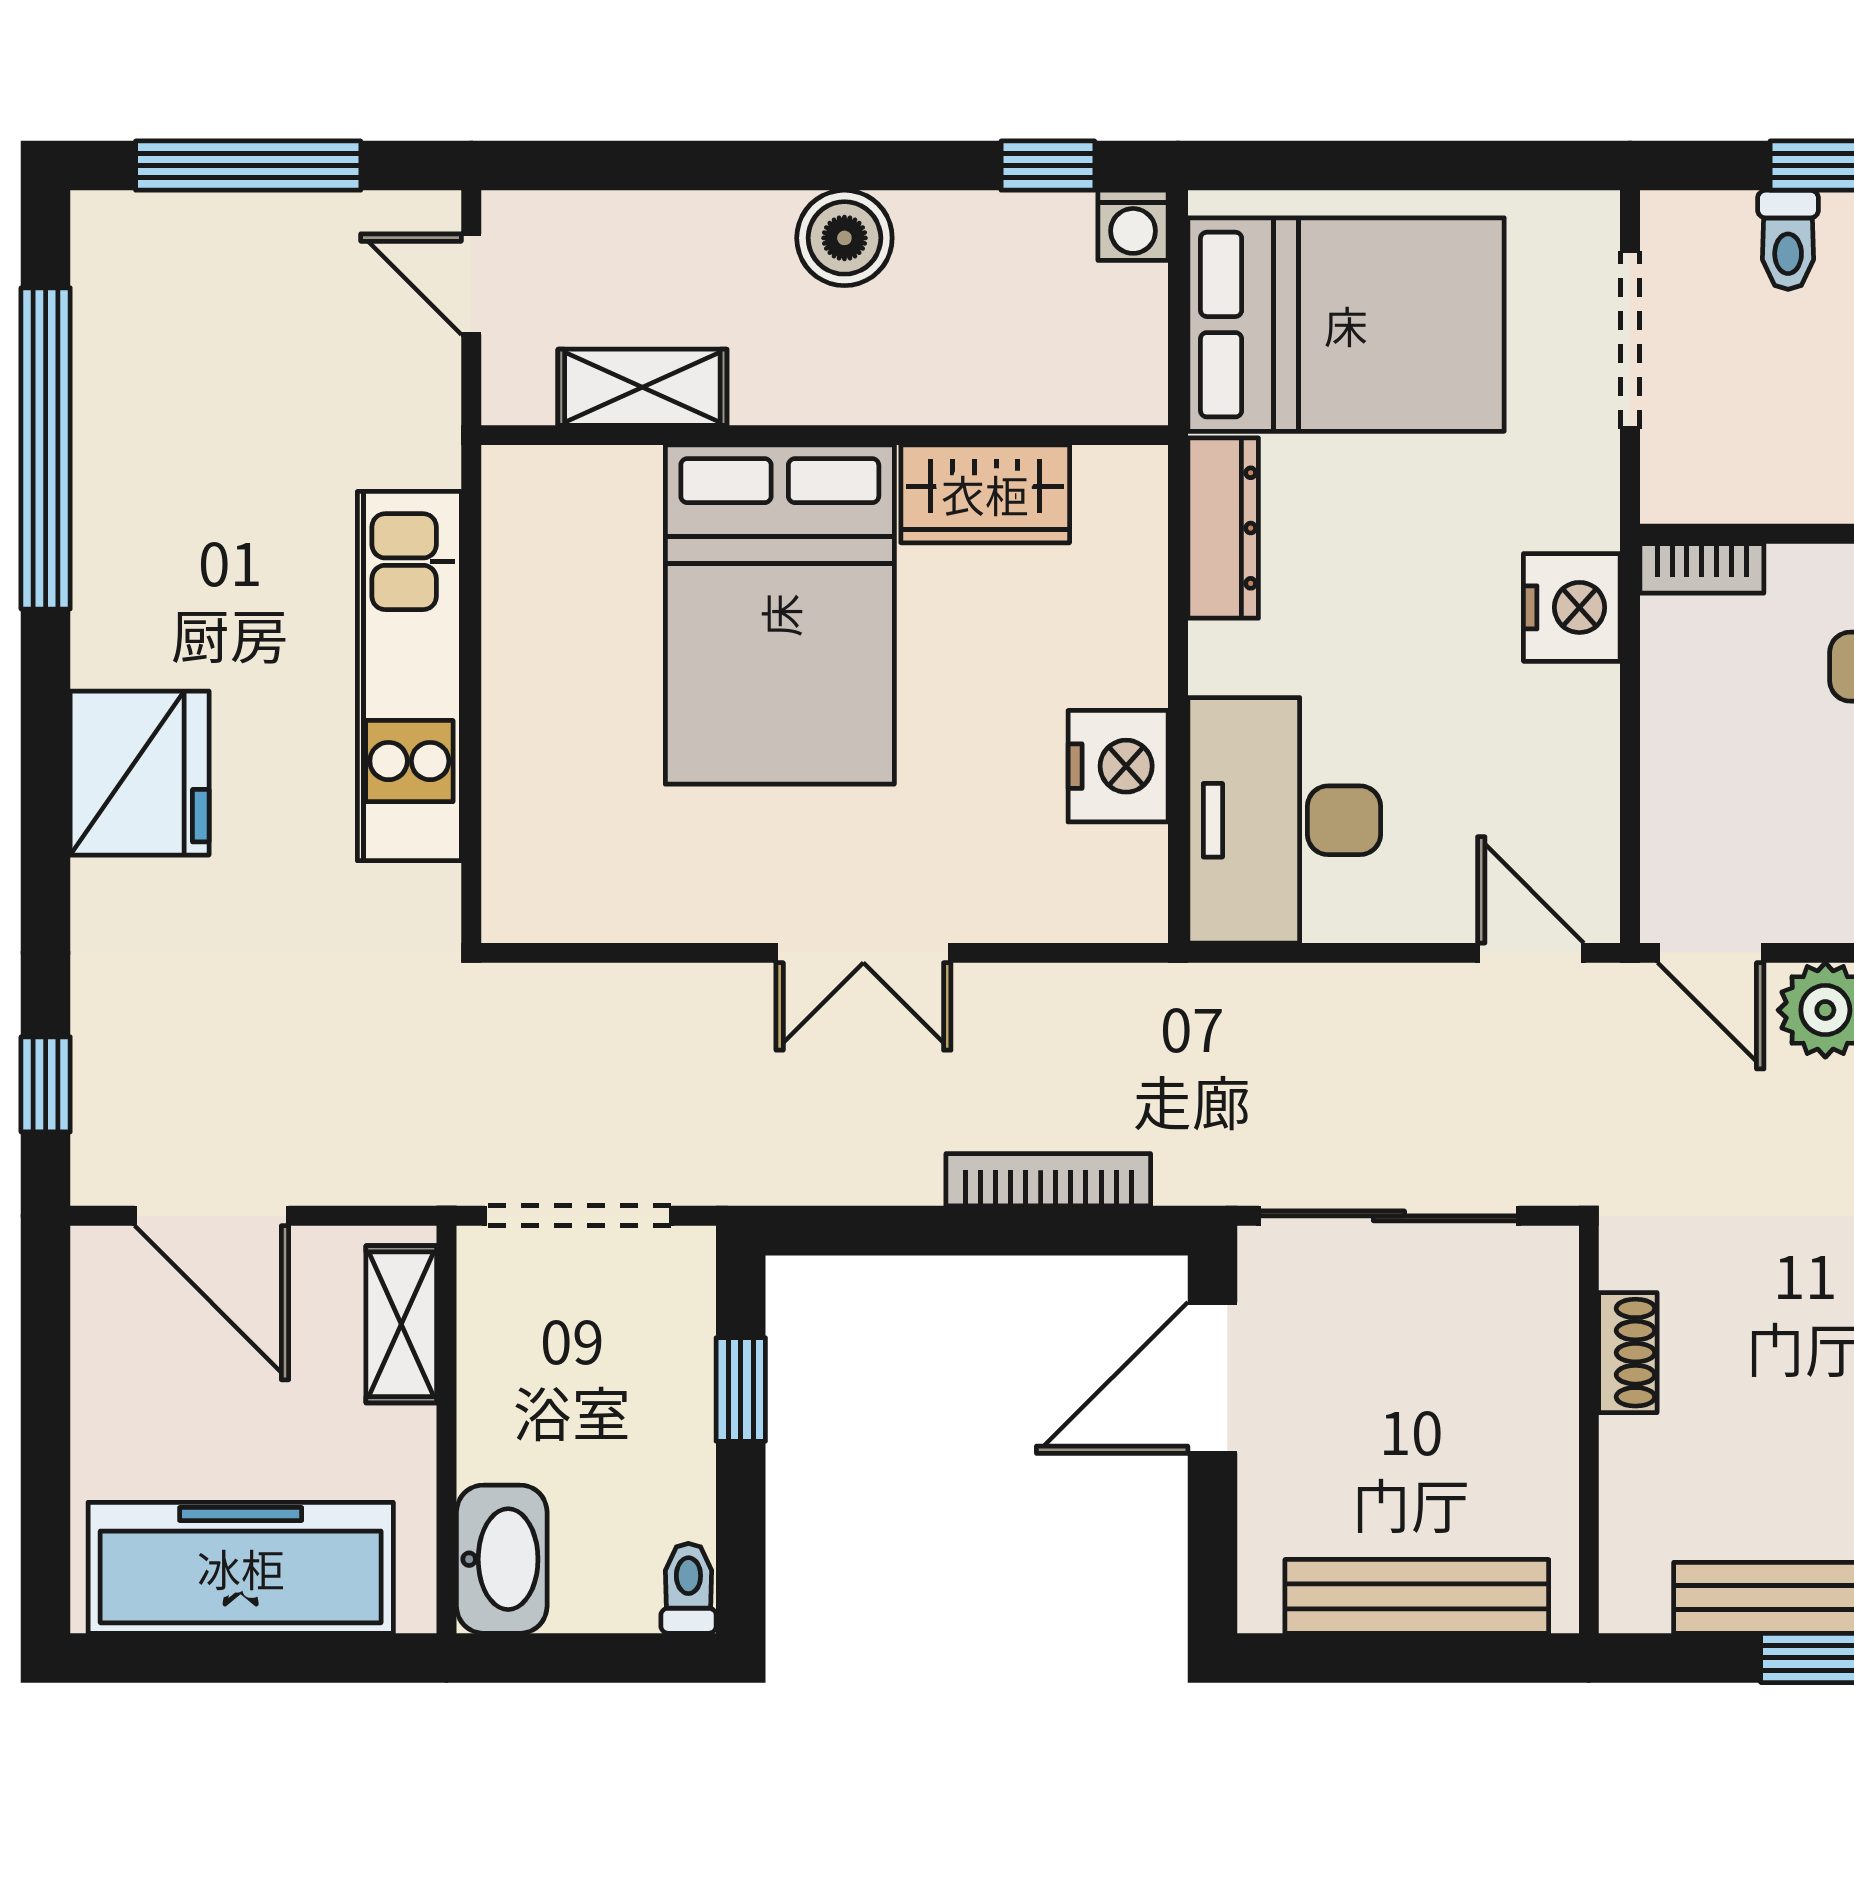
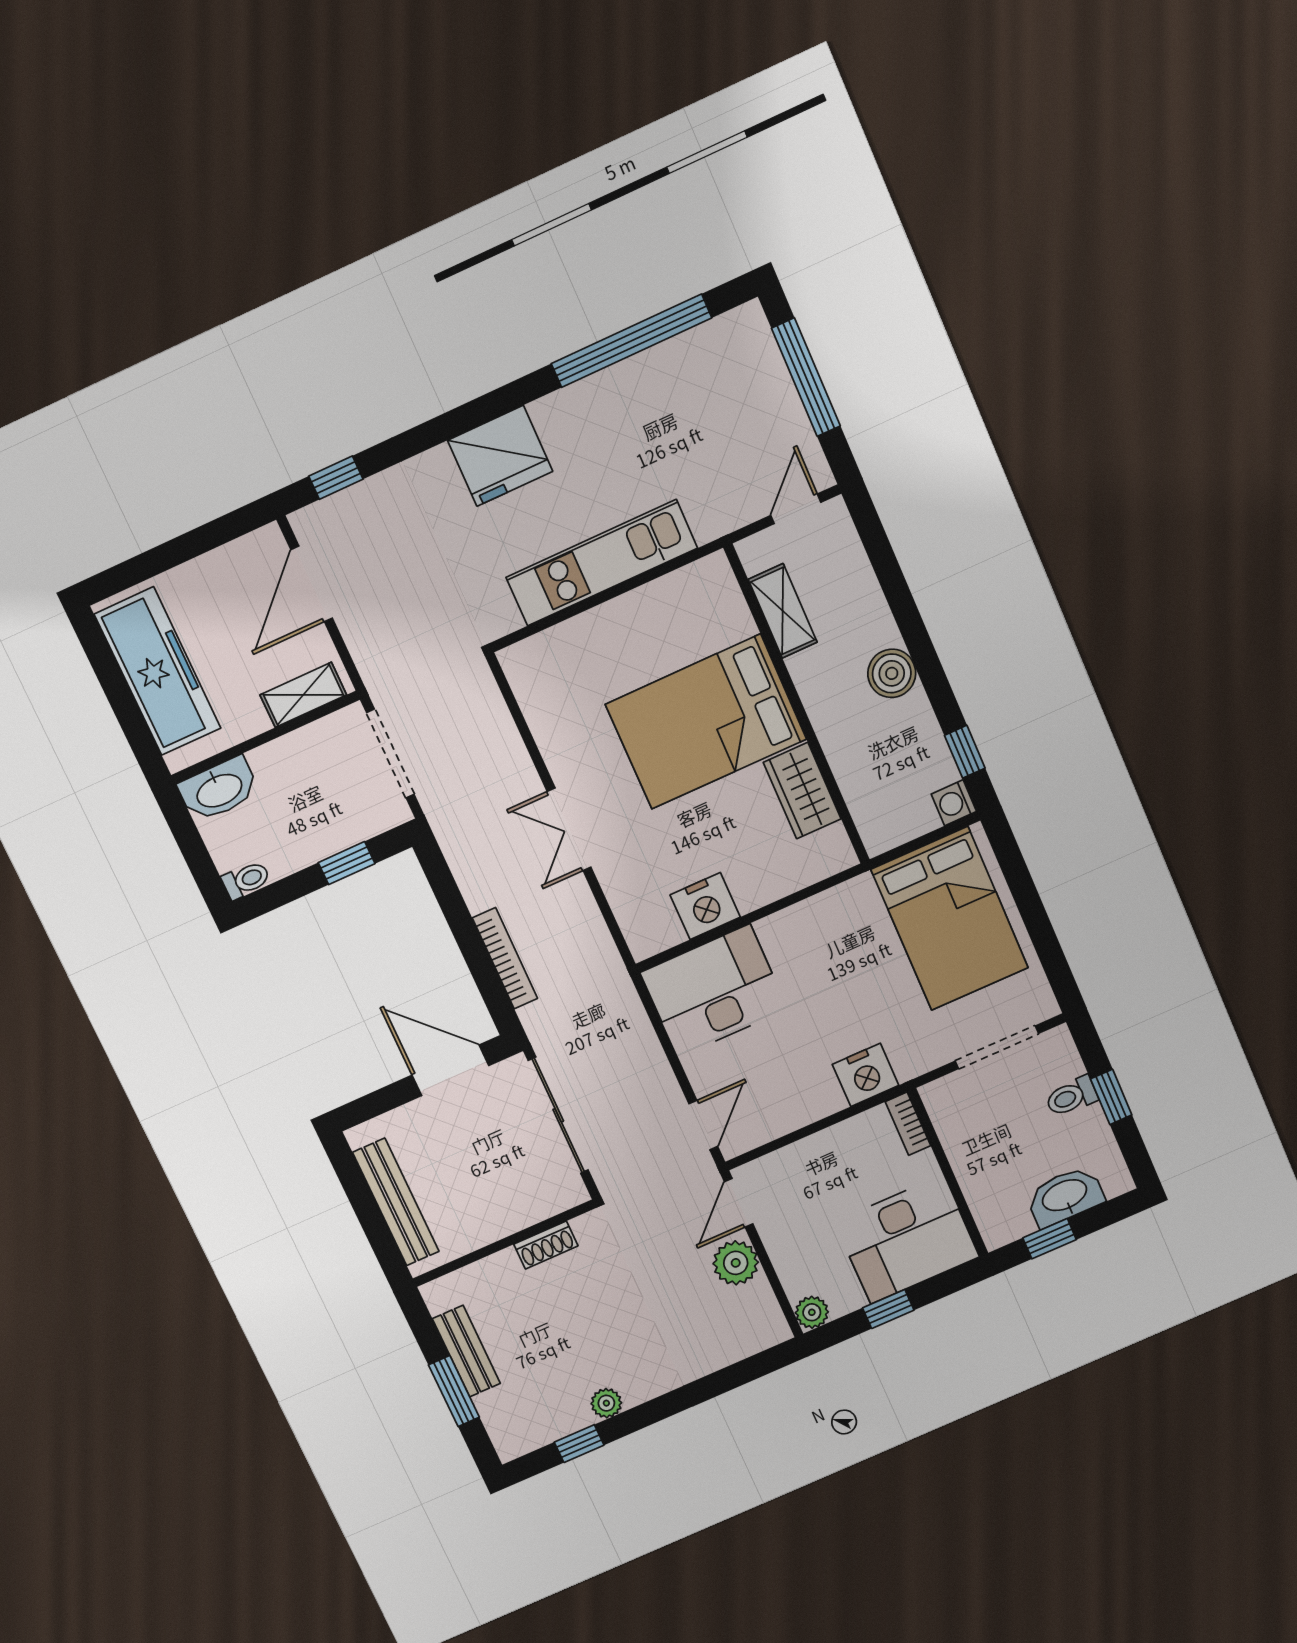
dresser: (1223, 528) -> (834, 905), removed

